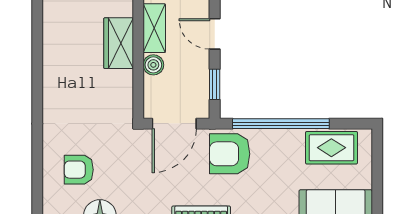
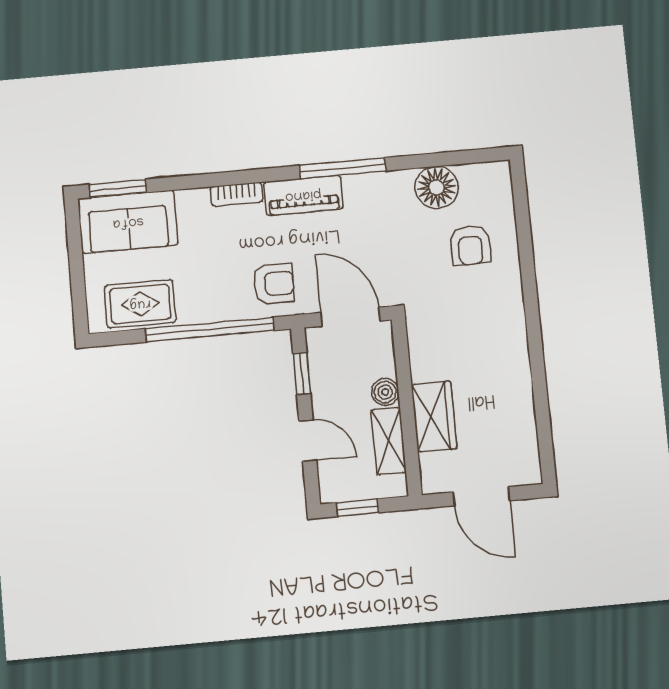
door: (174, 124) -> (350, 317), hinge flipped
armchair: (230, 154) -> (274, 284), width x0.72, depth x0.72
armchair: (79, 170) -> (470, 245), turned 90

